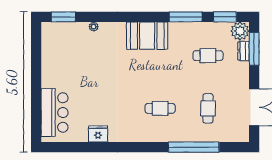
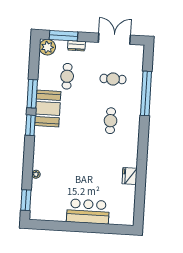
window: (225, 17) -> (30, 125), moved
booth: (147, 36) -> (48, 108), moved
dresser: (244, 51) -> (76, 46), moved
bar counter: (55, 113) -> (88, 211), moved

